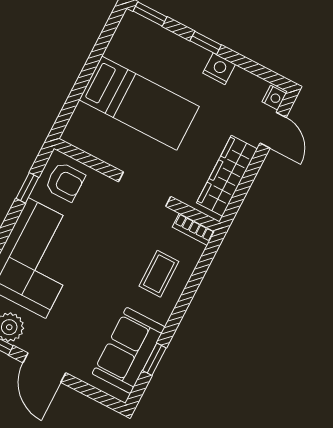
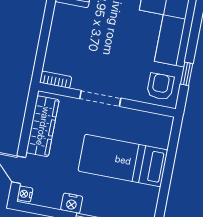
armchair: (65, 182) -> (160, 87), turned 90
coffee table: (159, 274) -> (71, 39), removed

